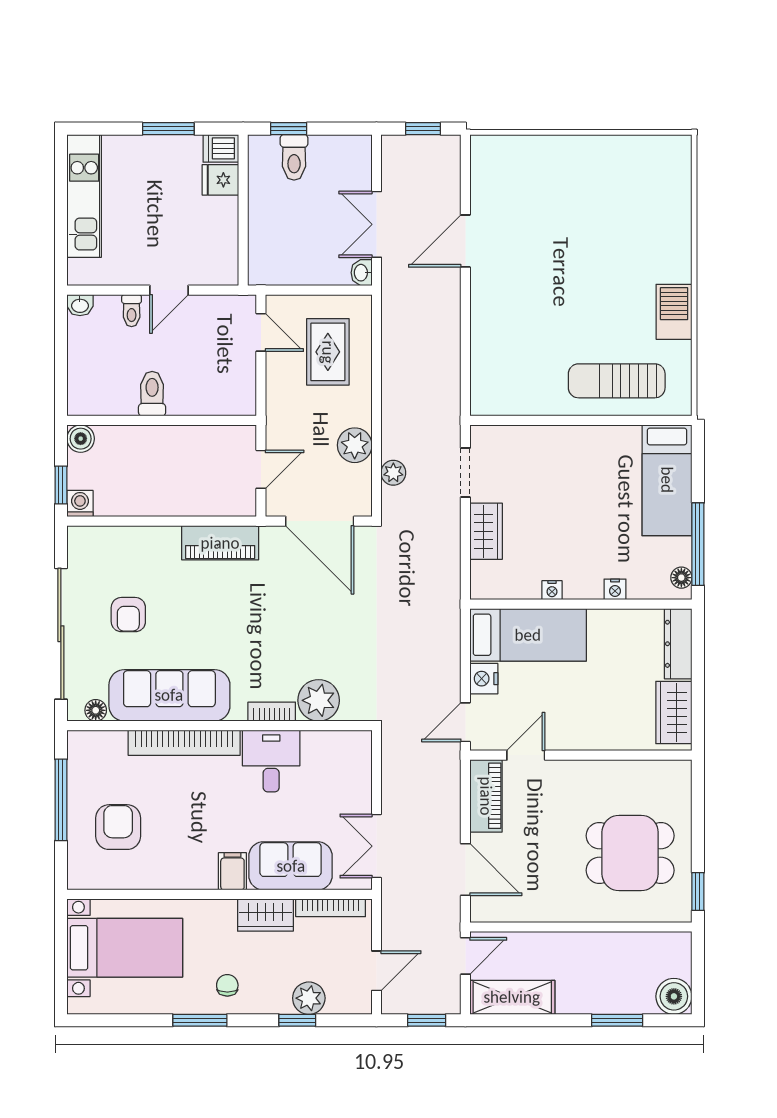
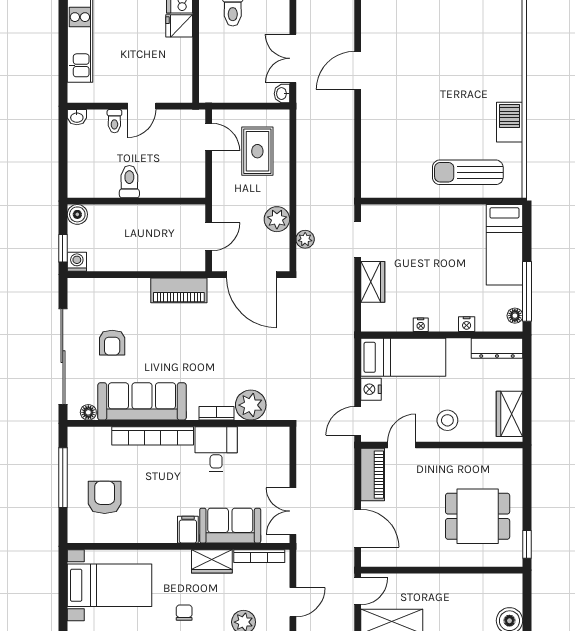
dresser: (678, 644) -> (497, 348), moved, turned -90
stool: (589, 721) -> (447, 420), added

